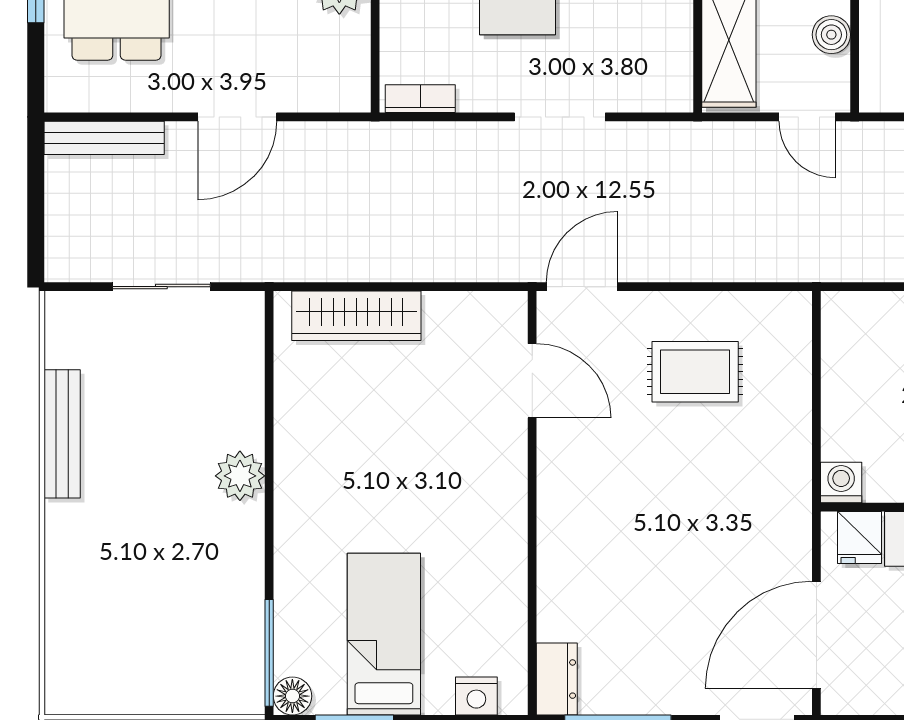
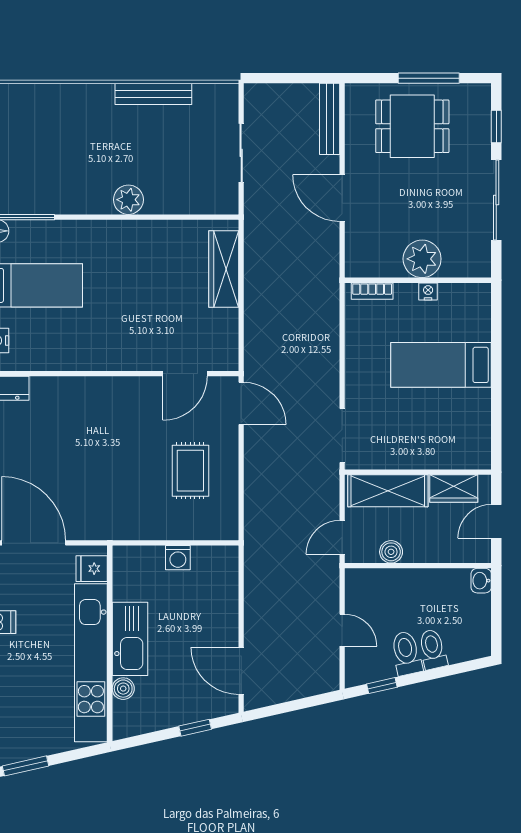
bookcase: (420, 99) -> (372, 291), moved, turned 90
doorway: (560, 117) -> (342, 436), moved
washing machine: (841, 483) -> (178, 558), moved, turned 90

